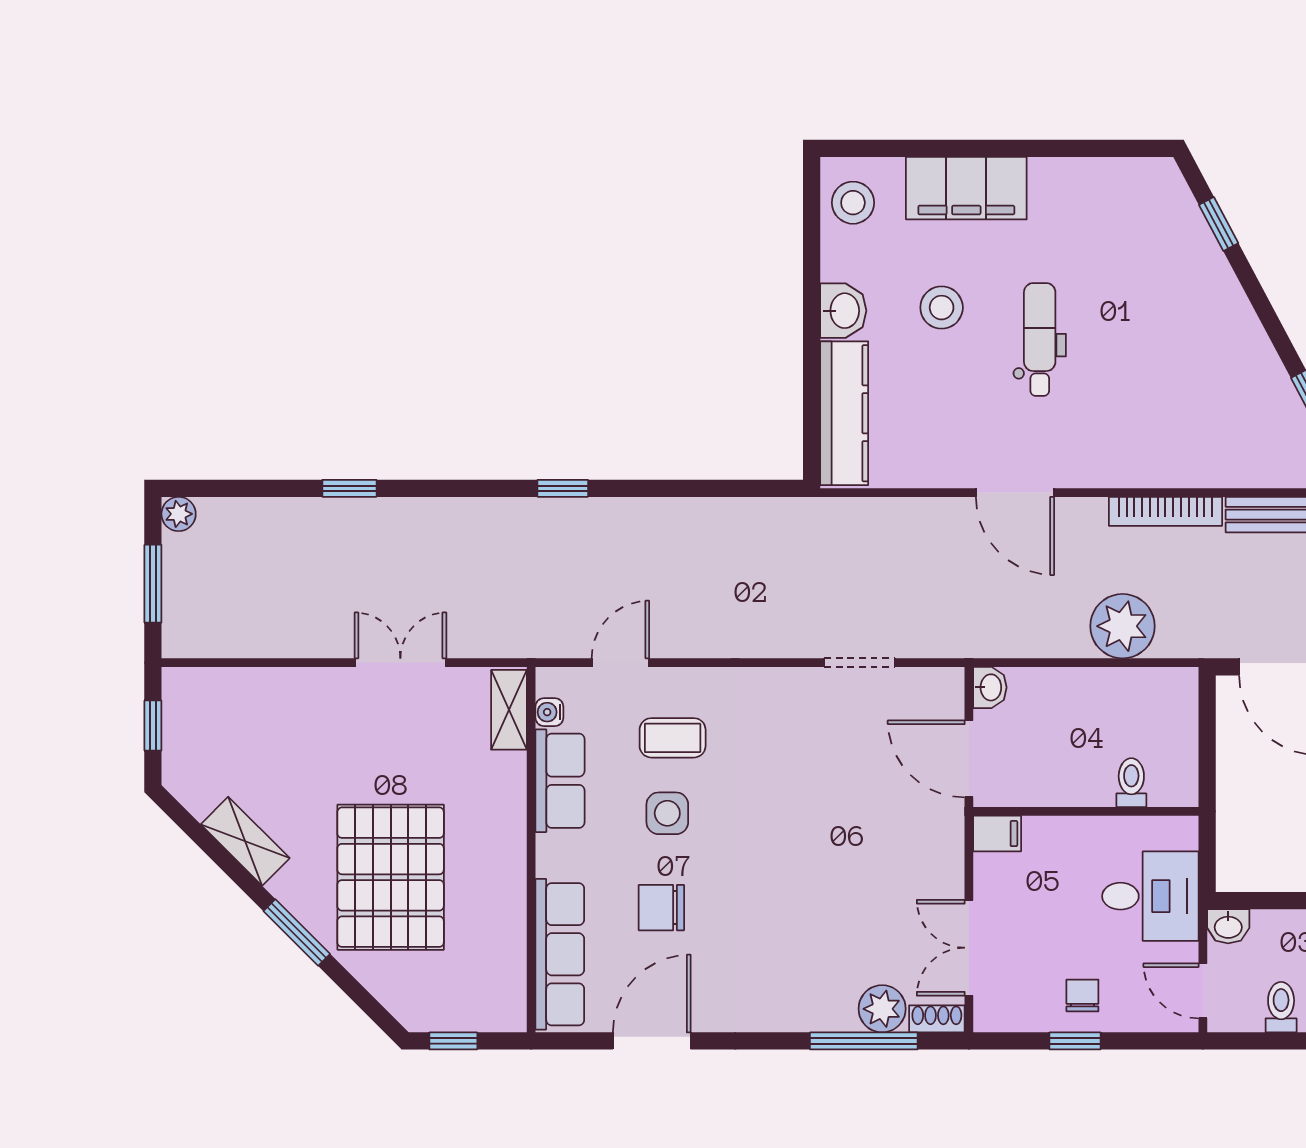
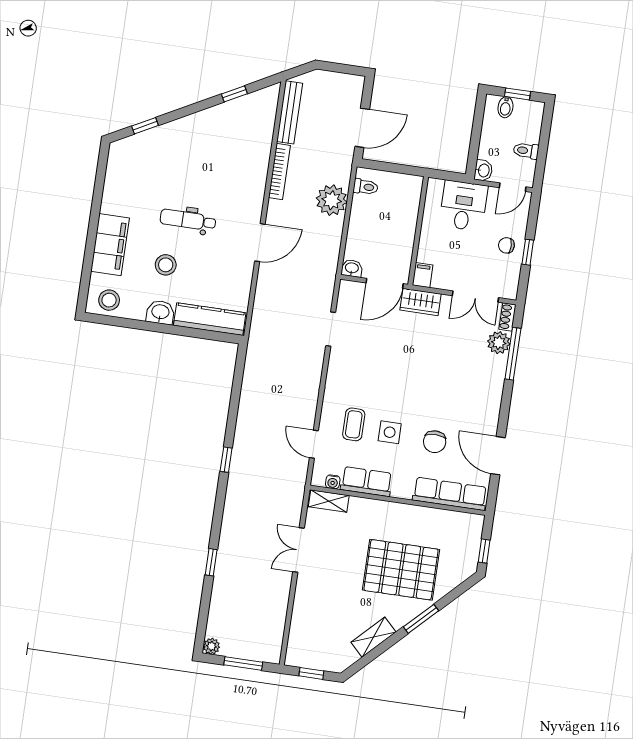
toilet: (1131, 783) -> (366, 187), moved, turned 180
wardrobe: (942, 837) -> (420, 302), added

